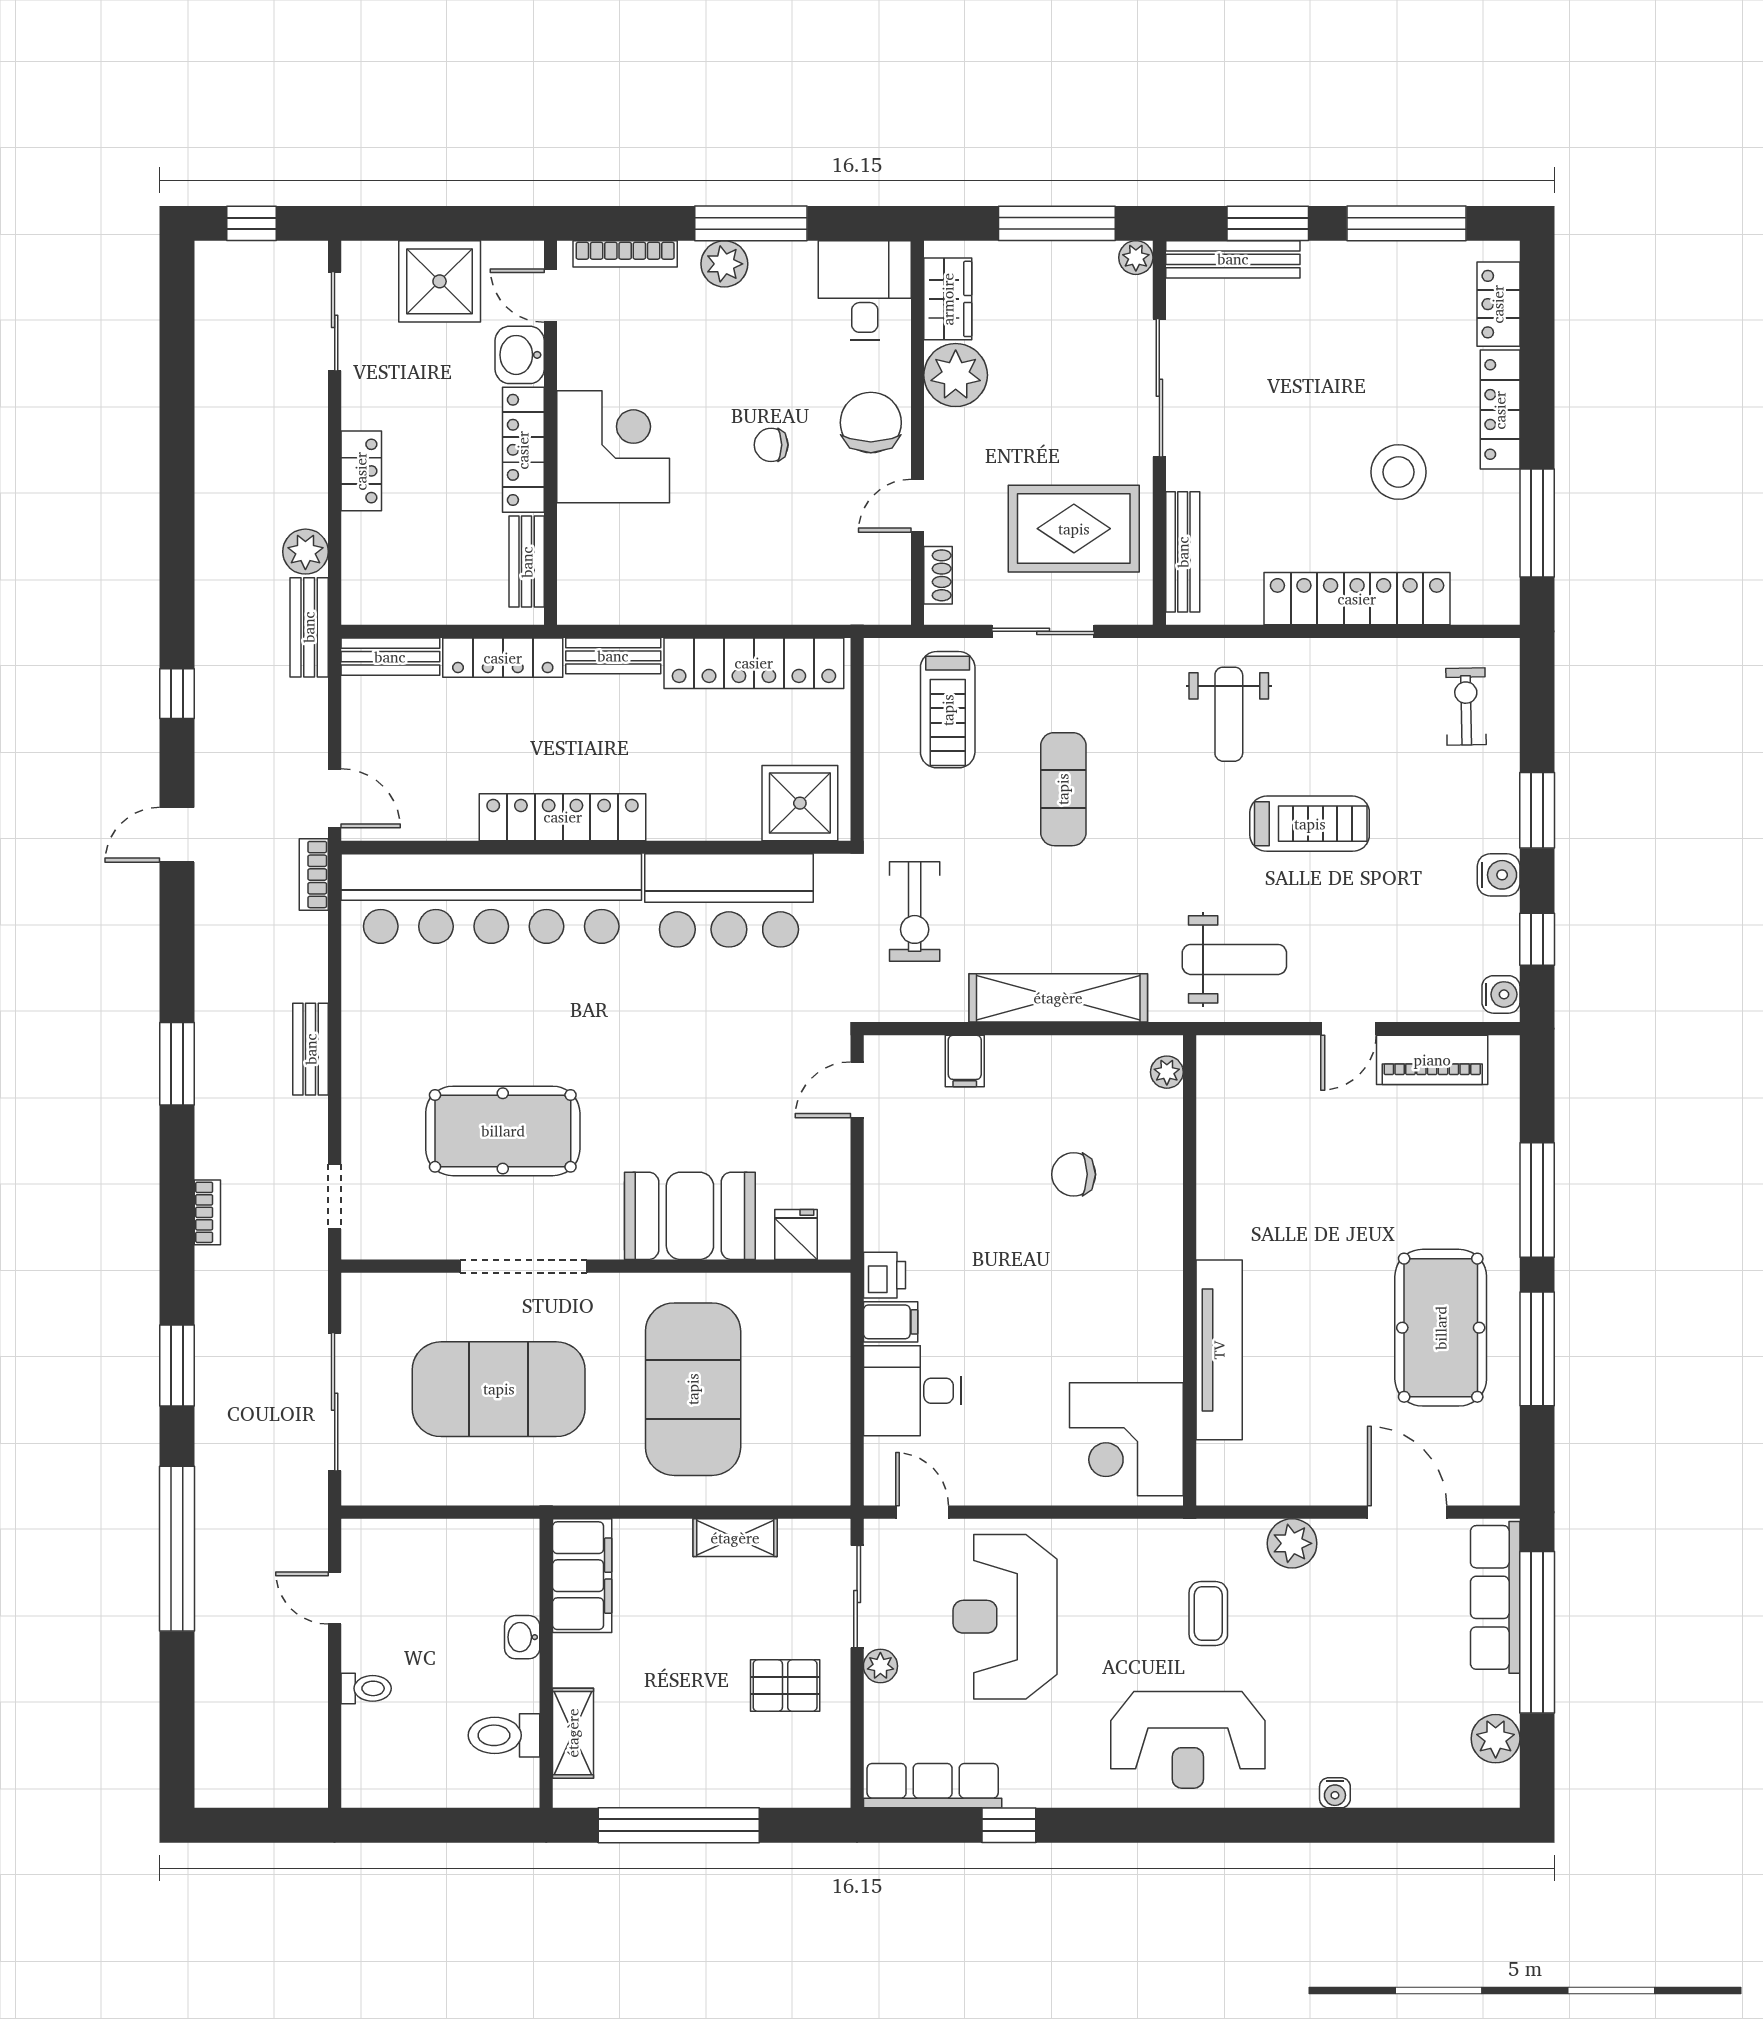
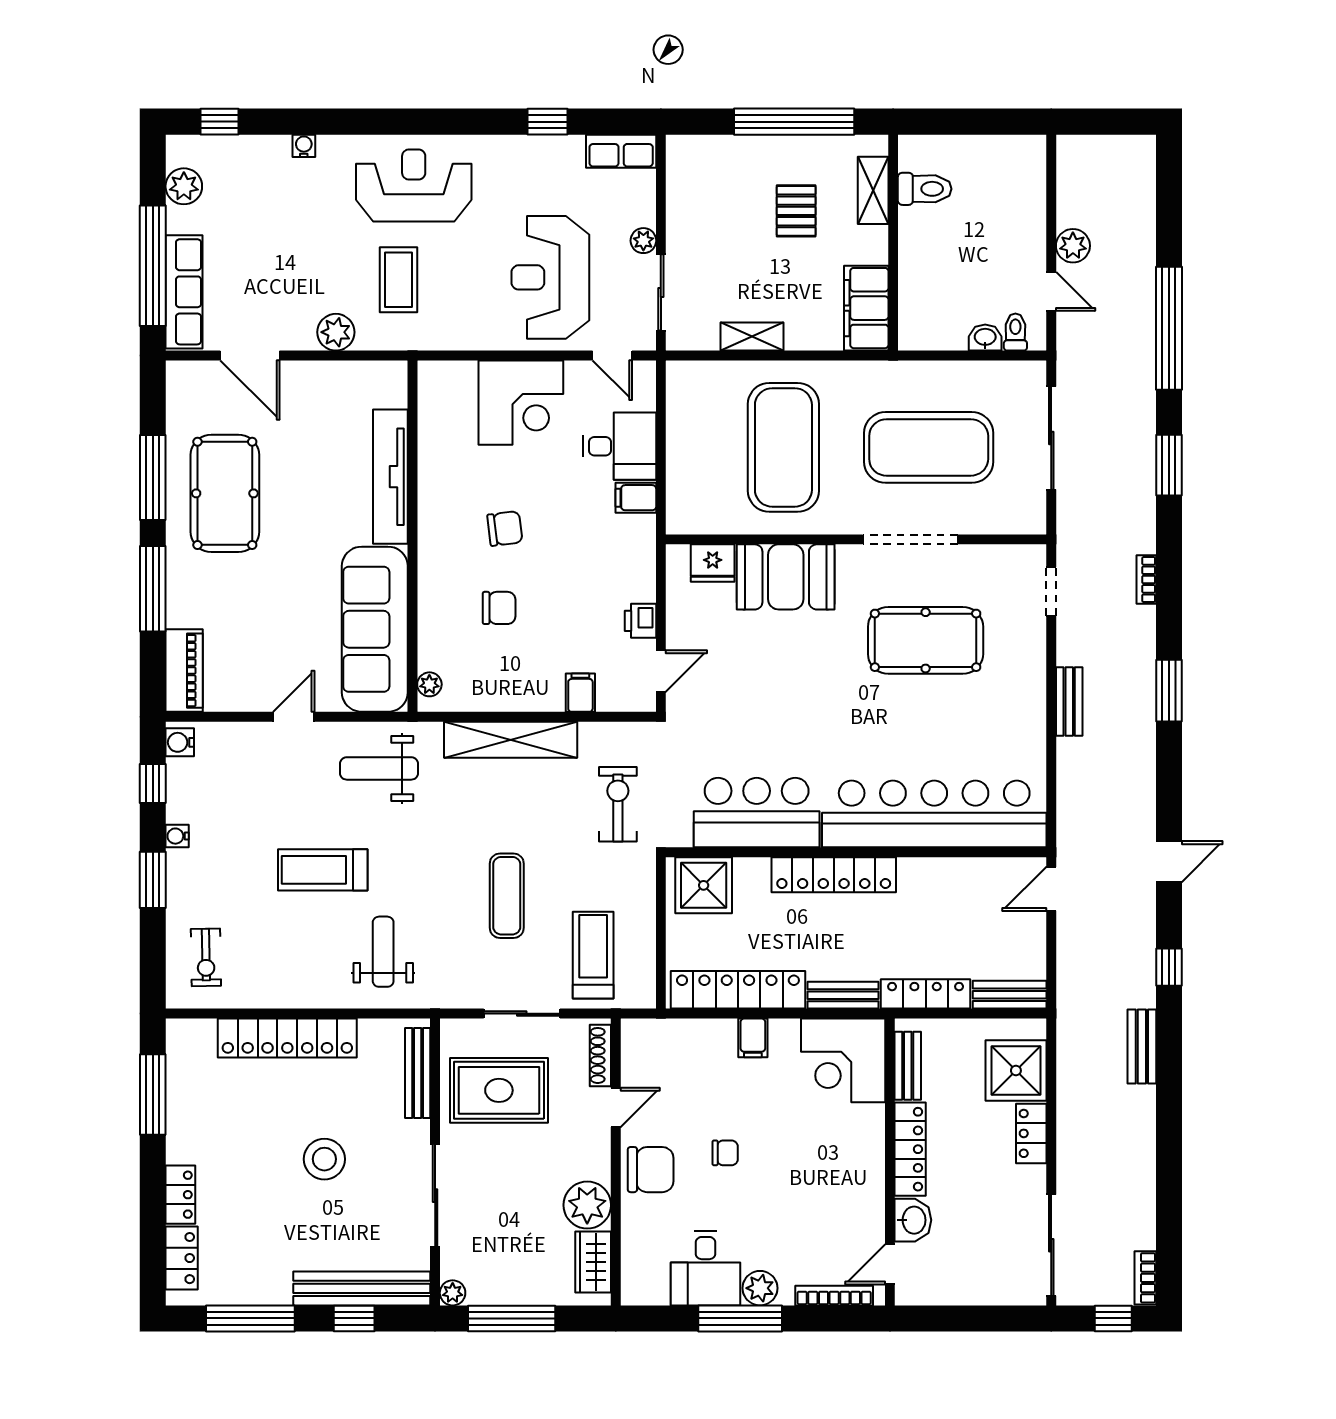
window: (1268, 223) -> (354, 1318), width x0.67
bench: (1233, 259) -> (362, 1288), width x1.37, depth x1.21
shower: (440, 281) -> (1016, 1071), moved
desk: (865, 291) -> (705, 1268), moved
door: (550, 296) -> (890, 1264), swing flipped
sliding door: (335, 321) -> (1051, 1245), width x1.37
locker: (1500, 410) -> (180, 1195), width x0.66
chair: (871, 423) -> (651, 1170), turned -90
corner desk: (613, 447) -> (843, 1060), moved
stool: (1399, 472) -> (324, 1159), moved
plant: (305, 552) -> (1073, 246), moved
shoe rack: (938, 575) -> (600, 1055), width x1.43
filing cabinet: (734, 599) -> (753, 1038), added
bench: (309, 627) -> (1142, 1046), moved
door: (335, 798) -> (1051, 889), hinge flipped
locker: (563, 817) -> (834, 875), moved
bookcase: (314, 875) -> (1145, 1278), moved, turned 180
water cooler: (1499, 875) -> (177, 836), width x0.72, depth x0.72
piano: (1432, 1060) -> (184, 671), moved, turned 90
sofa: (1240, 1146) -> (375, 629), added
fridge: (796, 1234) -> (713, 563), width x1.38
printer: (884, 1275) -> (640, 621), moved
chair: (1066, 1281) -> (505, 528), added
corner desk: (1126, 1439) -> (521, 403), moved, turned 90
coffee table: (1208, 1613) -> (398, 280), width x1.36, depth x1.30
reception desk: (1005, 1617) -> (550, 277), turned 180
washbasin: (522, 1637) -> (985, 338), moved, turned -90
pallet: (785, 1686) -> (796, 211), moved, turned 90
toilet: (366, 1688) -> (1015, 332), moved, turned 90
row of seats: (933, 1786) -> (621, 151), width x0.68
window: (1448, 1825) -> (219, 122), added

